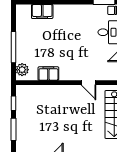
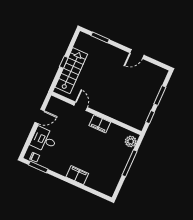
filing cabinet: (42, 11) -> (77, 175), moved
filing cabinet: (48, 74) -> (100, 124), moved

